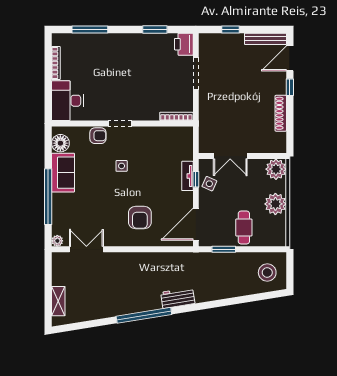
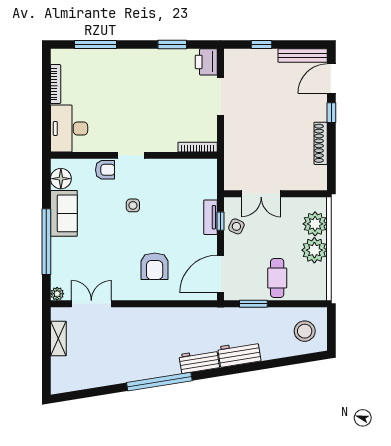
plant: (276, 169) -> (315, 224), moved
workbench: (212, 292) -> (239, 354), added
shelving: (58, 301) -> (58, 339), moved

